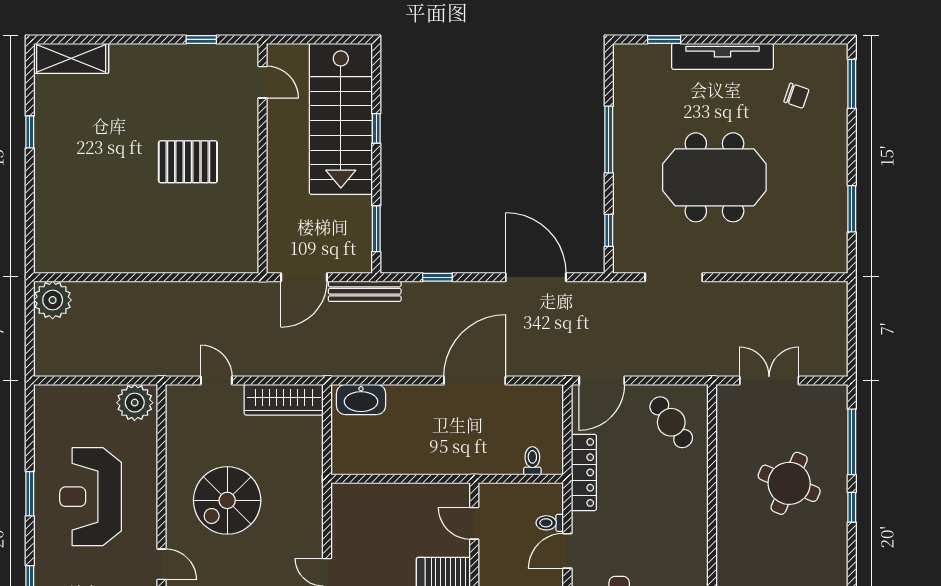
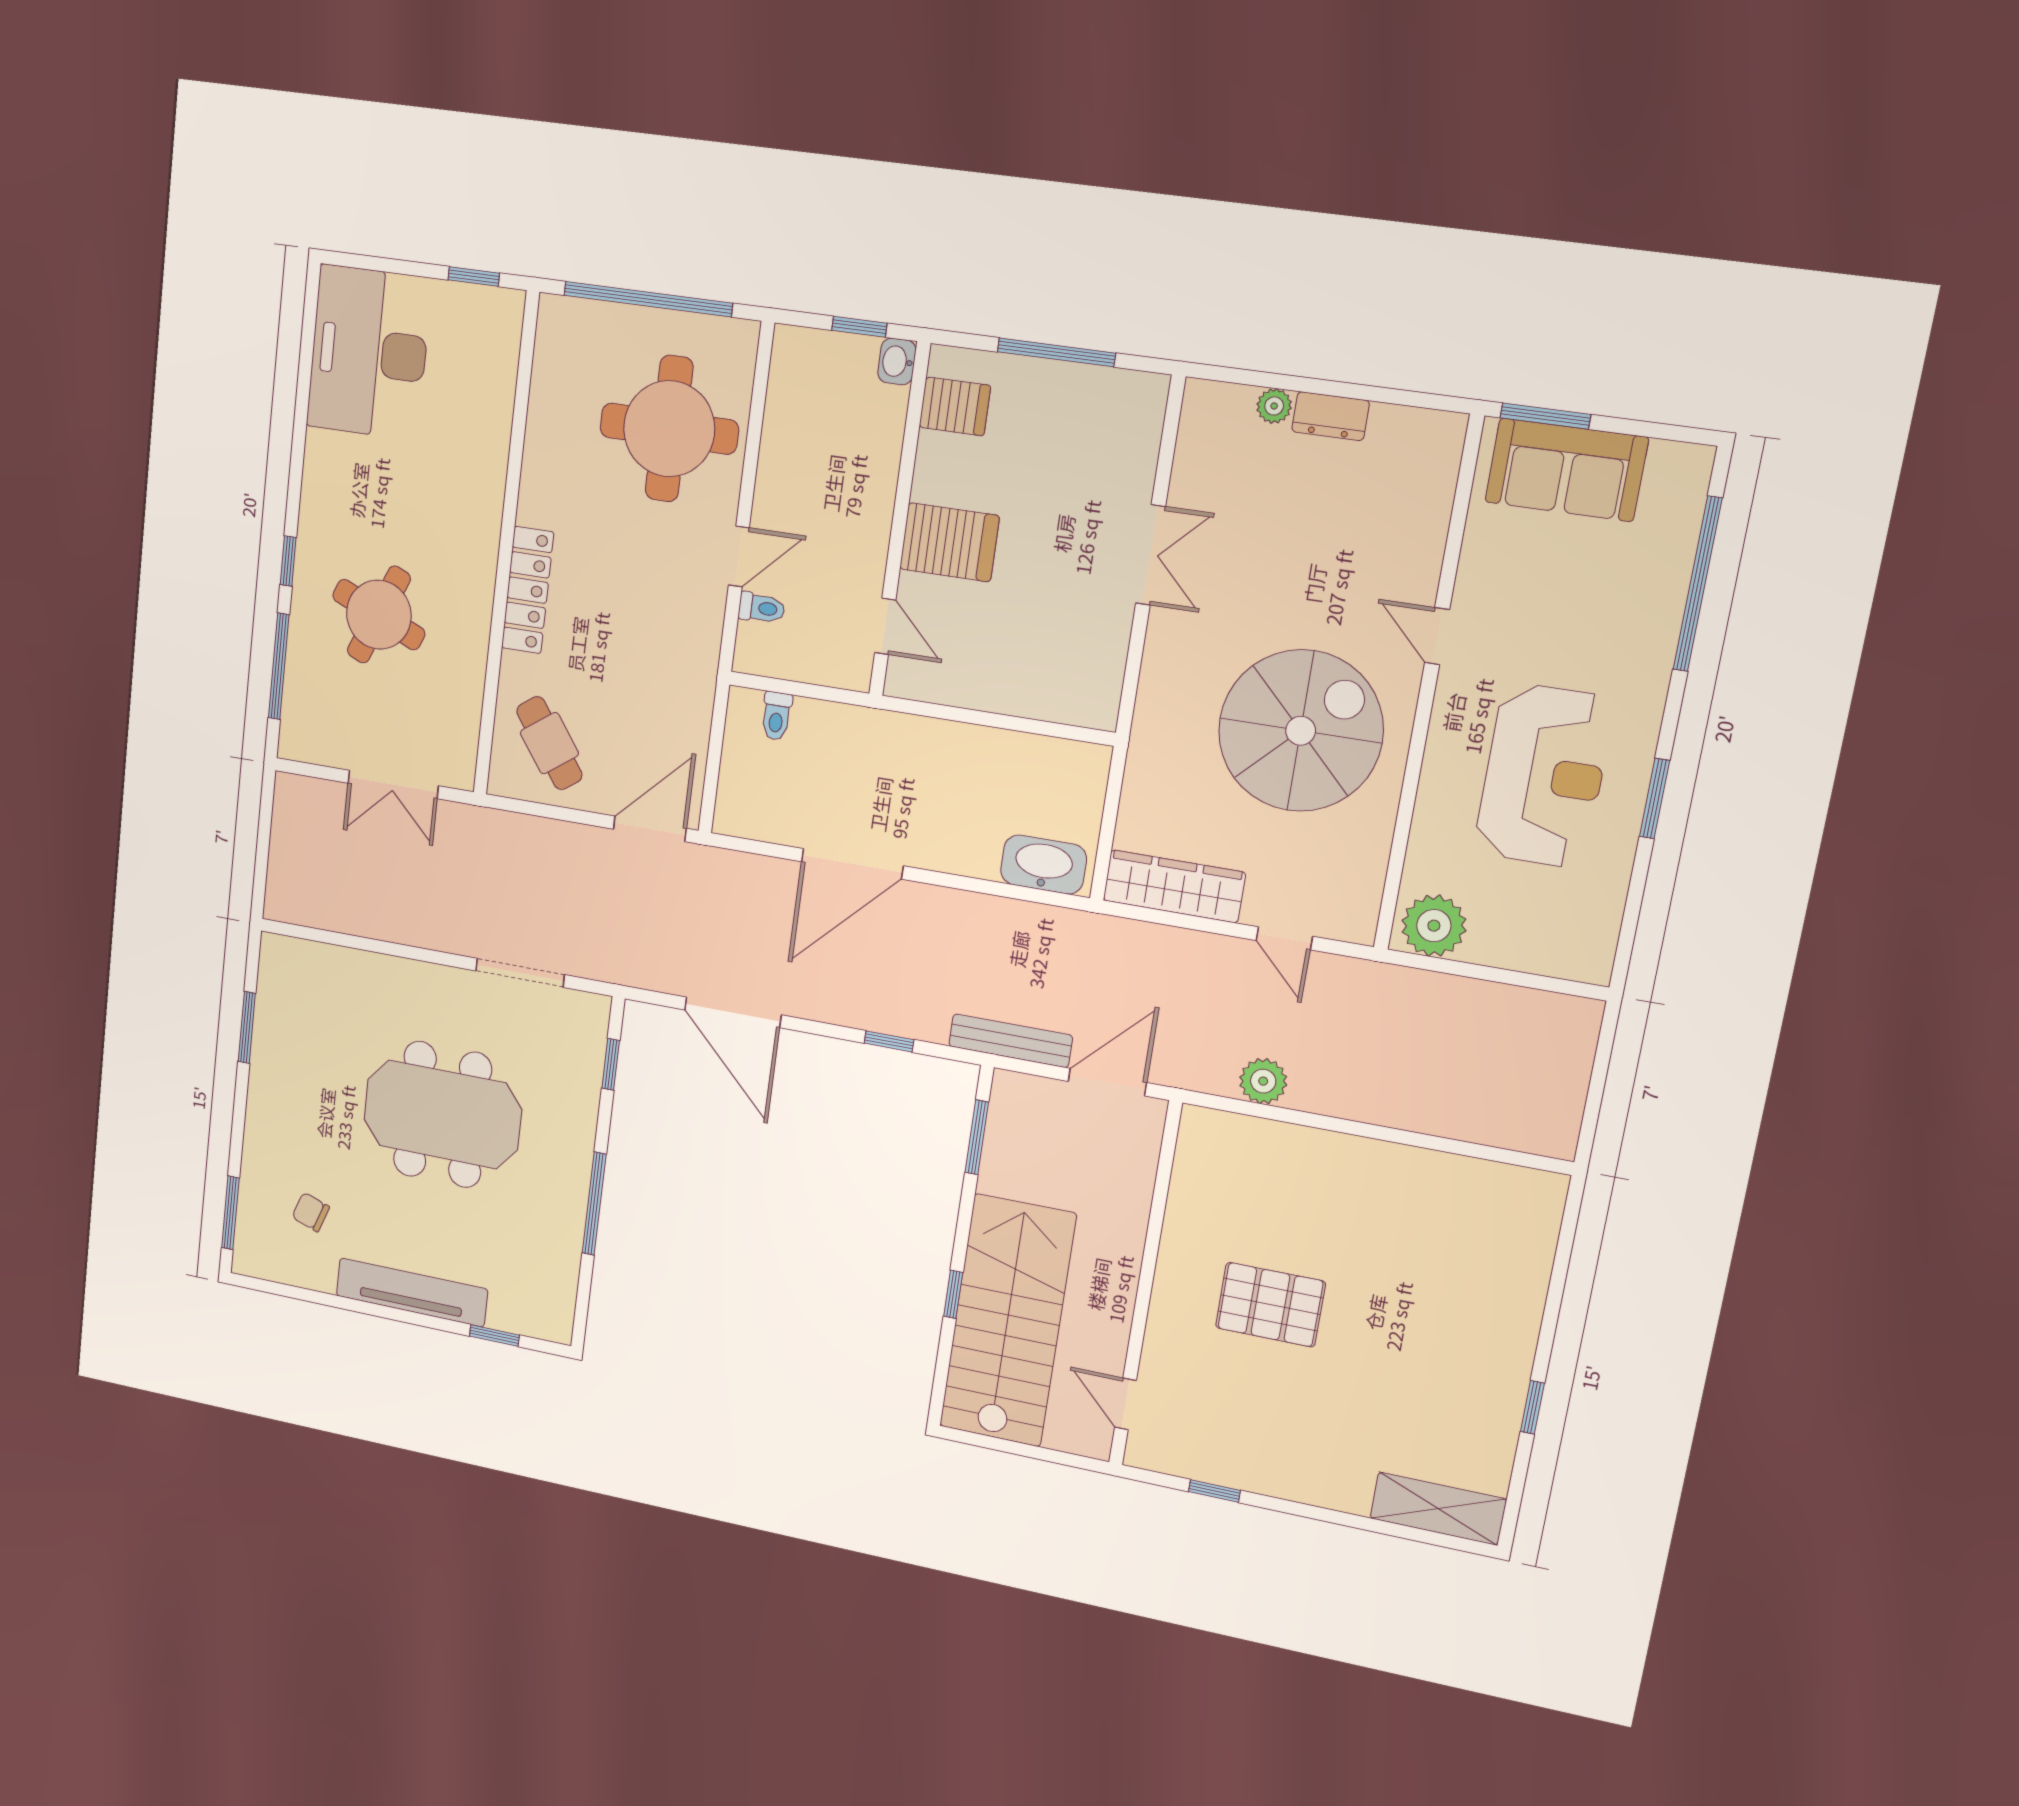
plant: (53, 300) -> (1263, 1081), moved, width x0.73, depth x0.73
locker: (584, 472) -> (528, 590), moved, turned 180
spiral stairs: (227, 500) -> (1301, 731), width x1.37, depth x1.37

